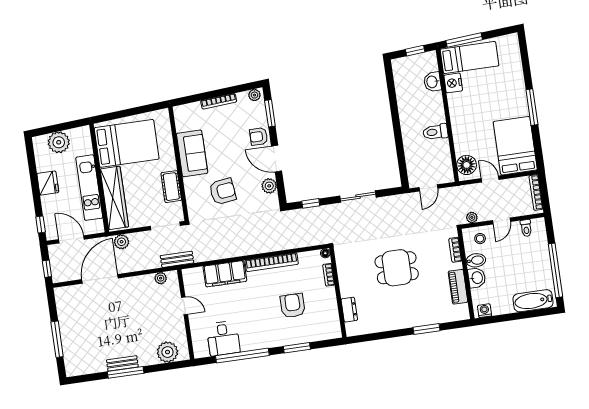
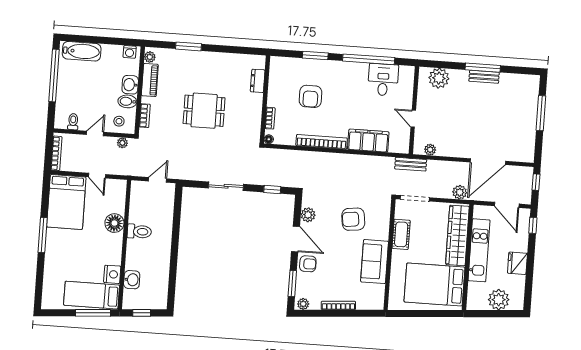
floor lamp: (467, 165) -> (114, 223), moved
plant: (463, 310) -> (150, 57), added

